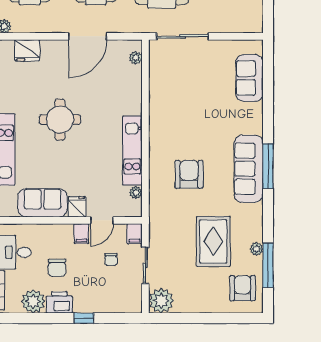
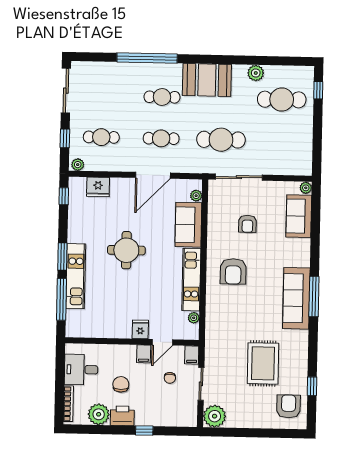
armchair: (193, 88) -> (247, 224), added
armchair: (189, 174) -> (233, 271), moved, turned 180
sofa: (43, 203) -> (188, 225), moved, turned -90
plant: (256, 249) -> (306, 188), moved
window: (268, 265) -> (312, 386), width x0.46
chair: (57, 268) -> (121, 384), turned 180

